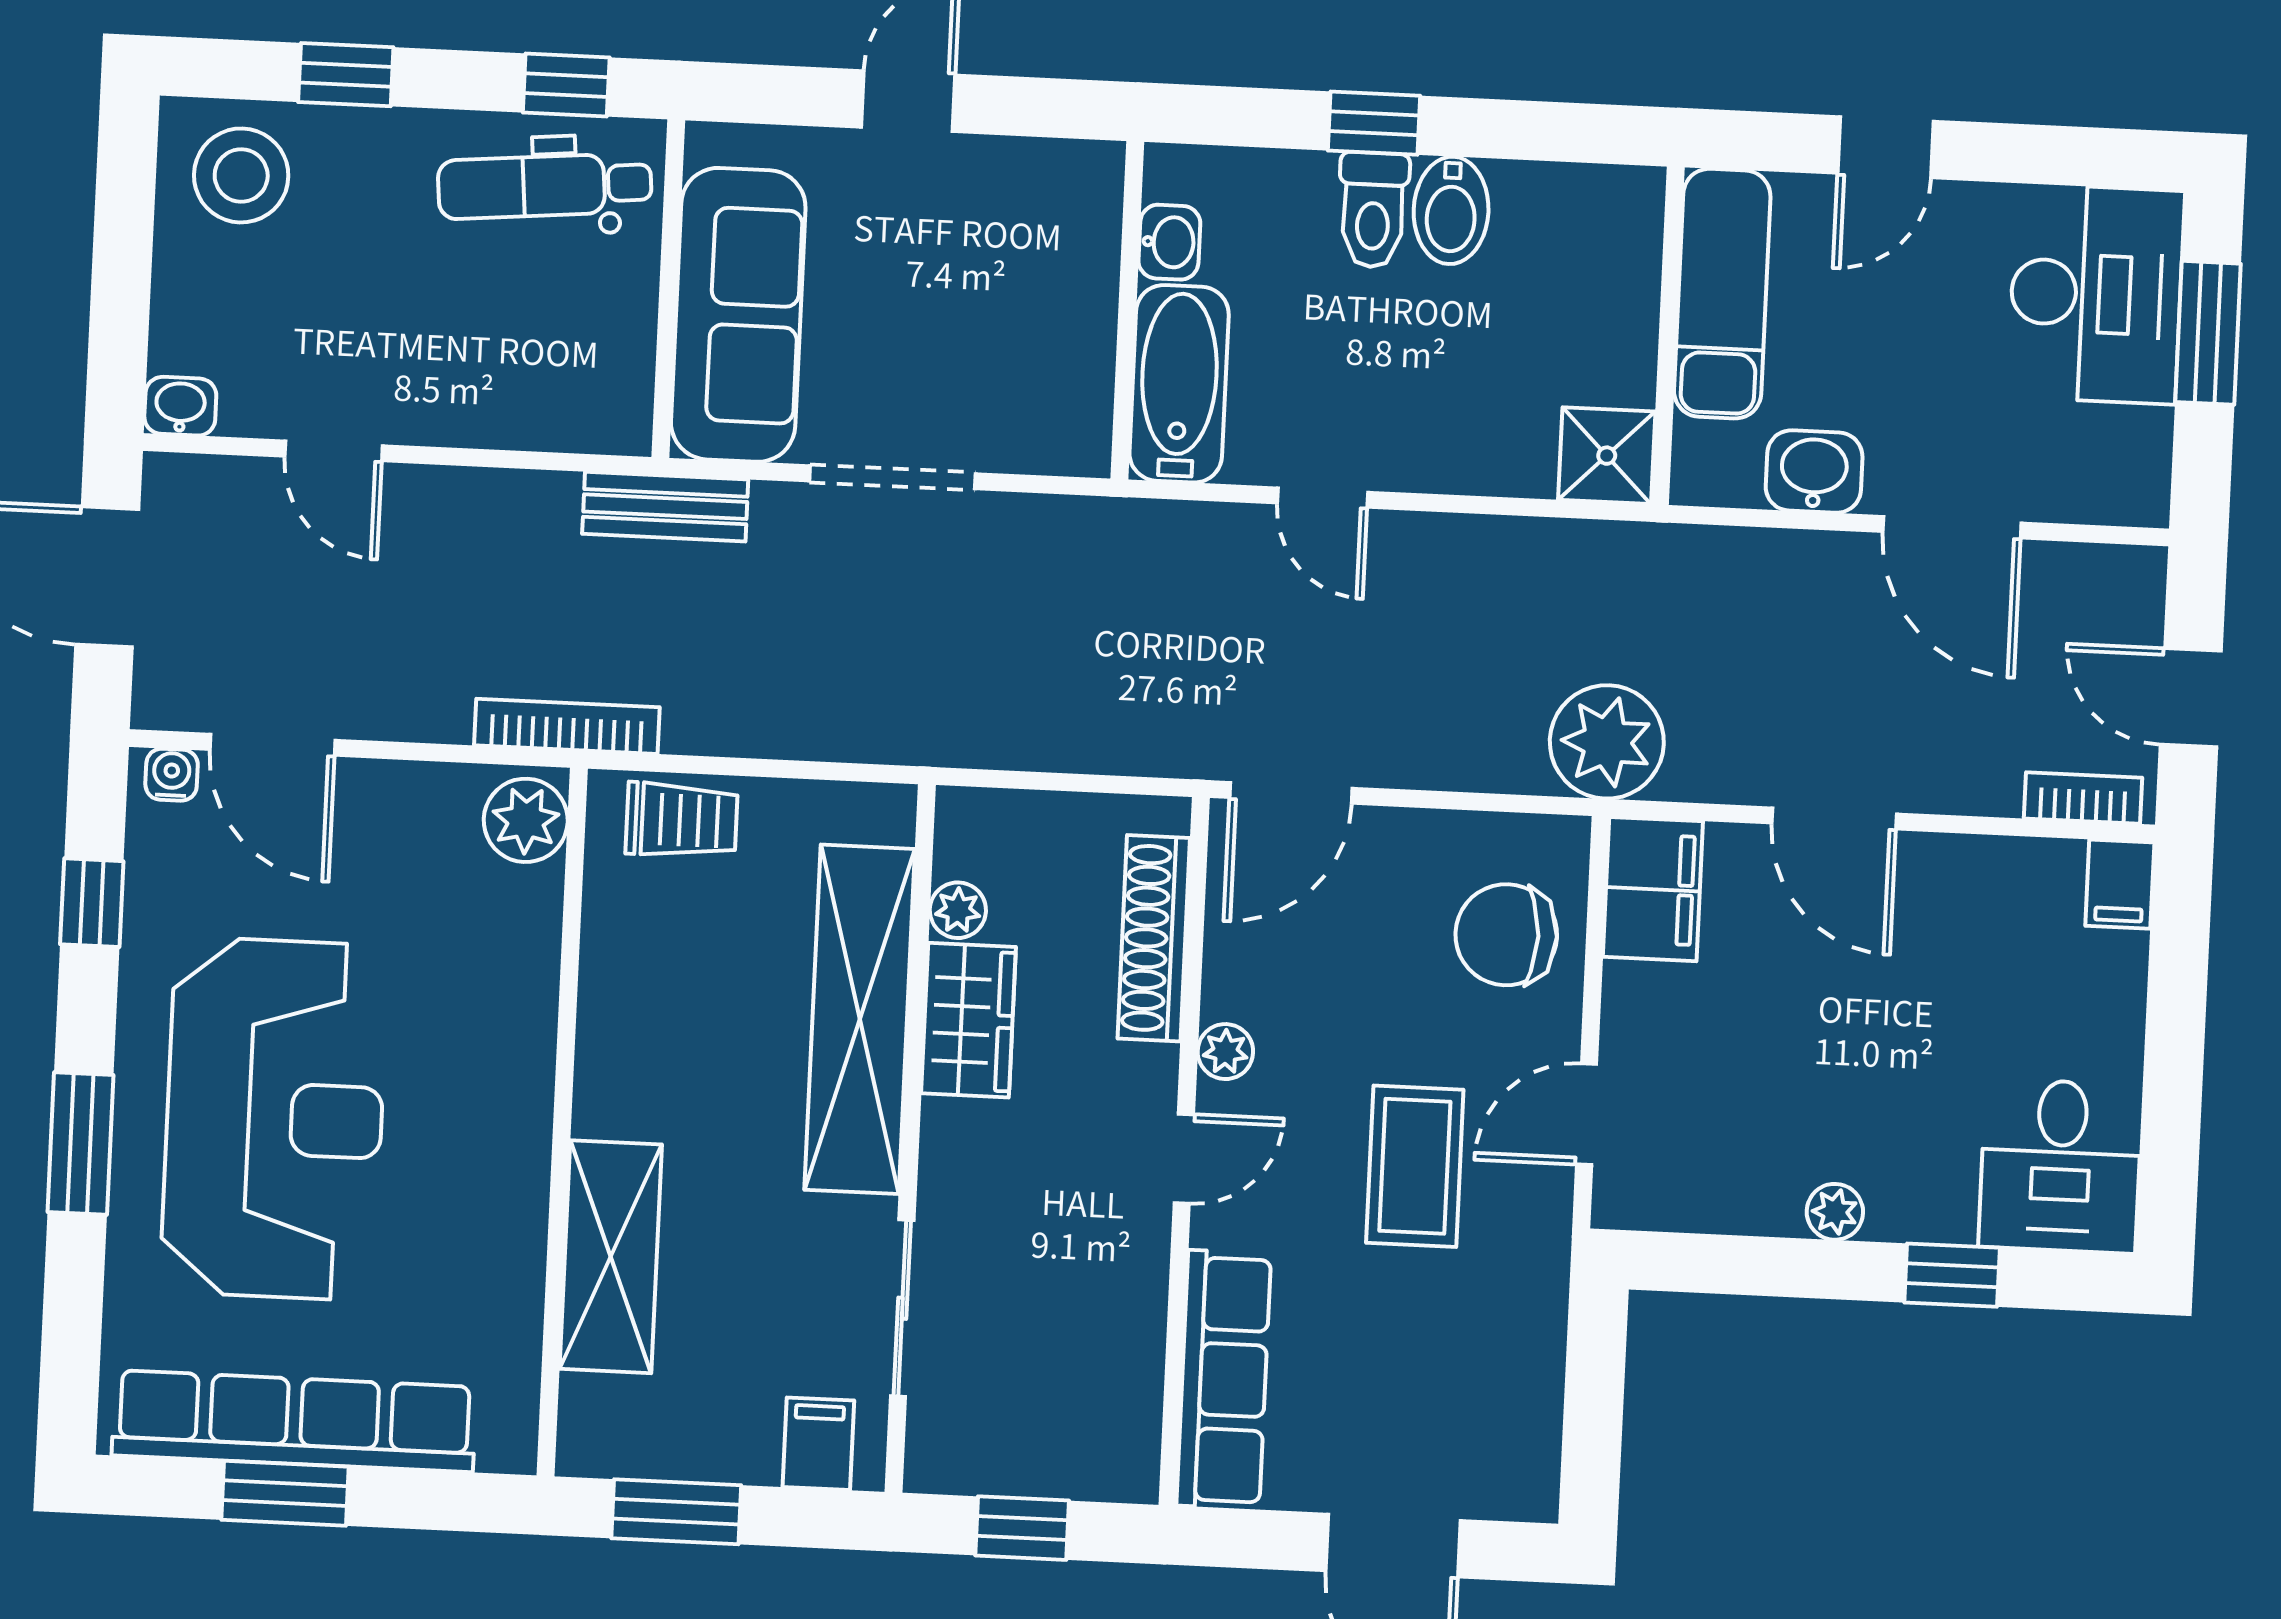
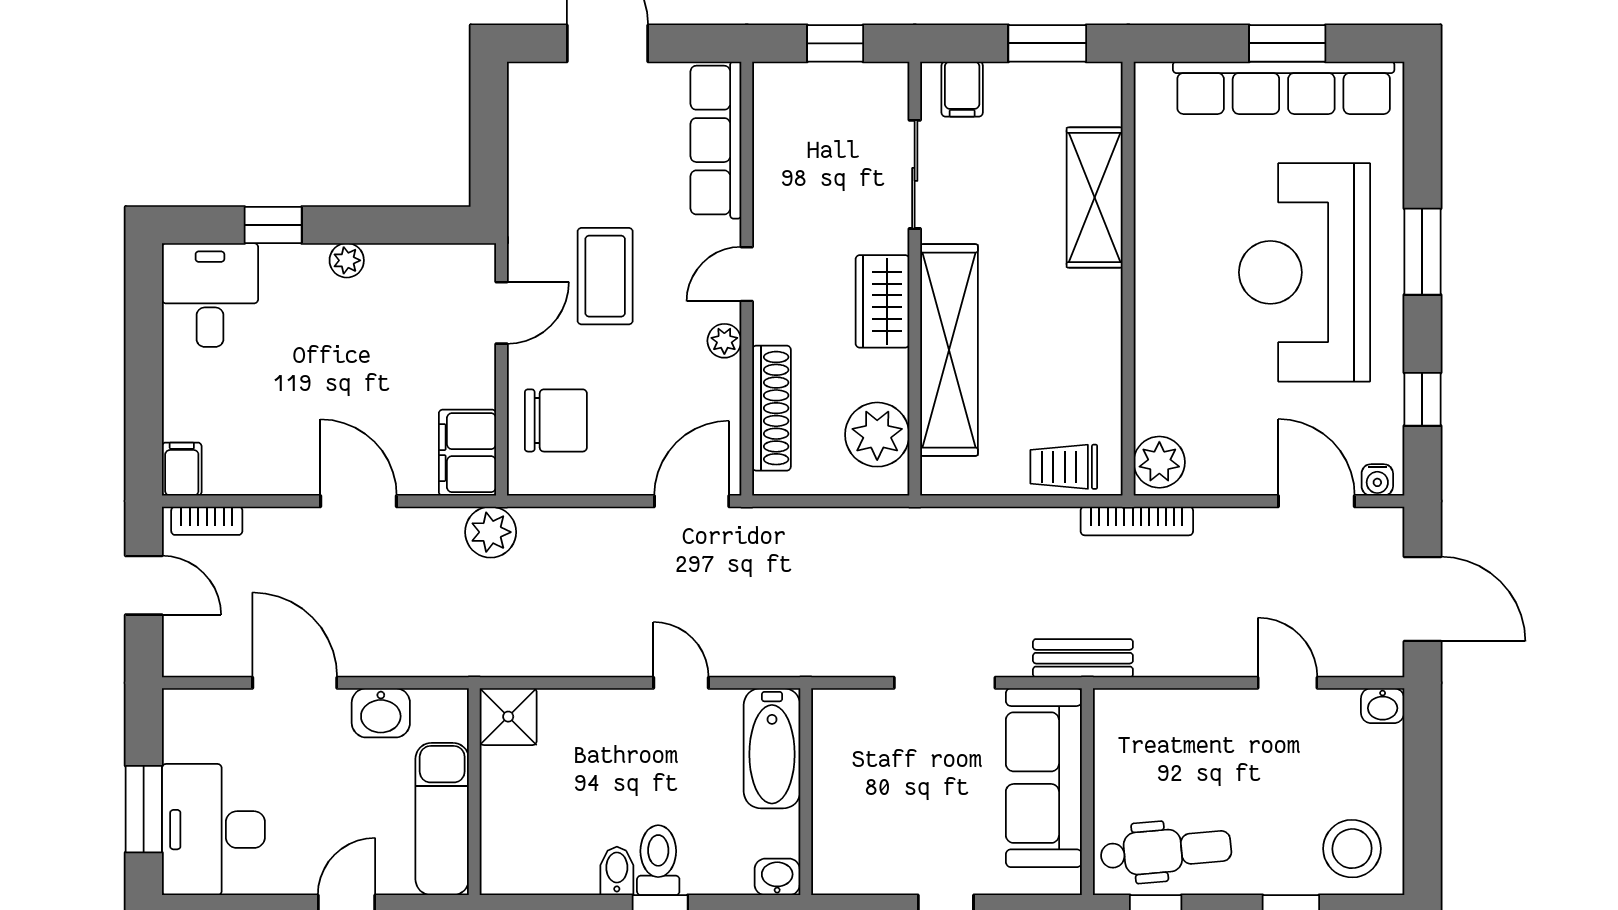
bidet: (1451, 210) -> (617, 871), width x0.72, depth x0.74
washbasin: (1169, 242) -> (777, 877), moved, turned 90
plant: (1607, 742) -> (491, 532), width x0.73, depth x0.73
plant: (958, 910) -> (877, 435), width x1.88, depth x1.88
wardrobe: (969, 1020) -> (882, 301), moved

